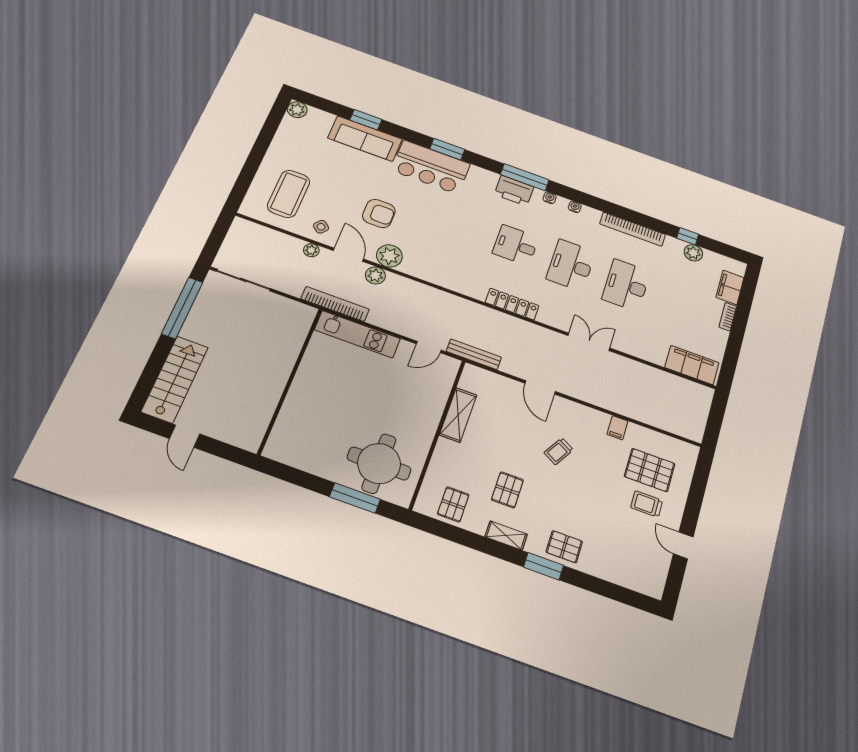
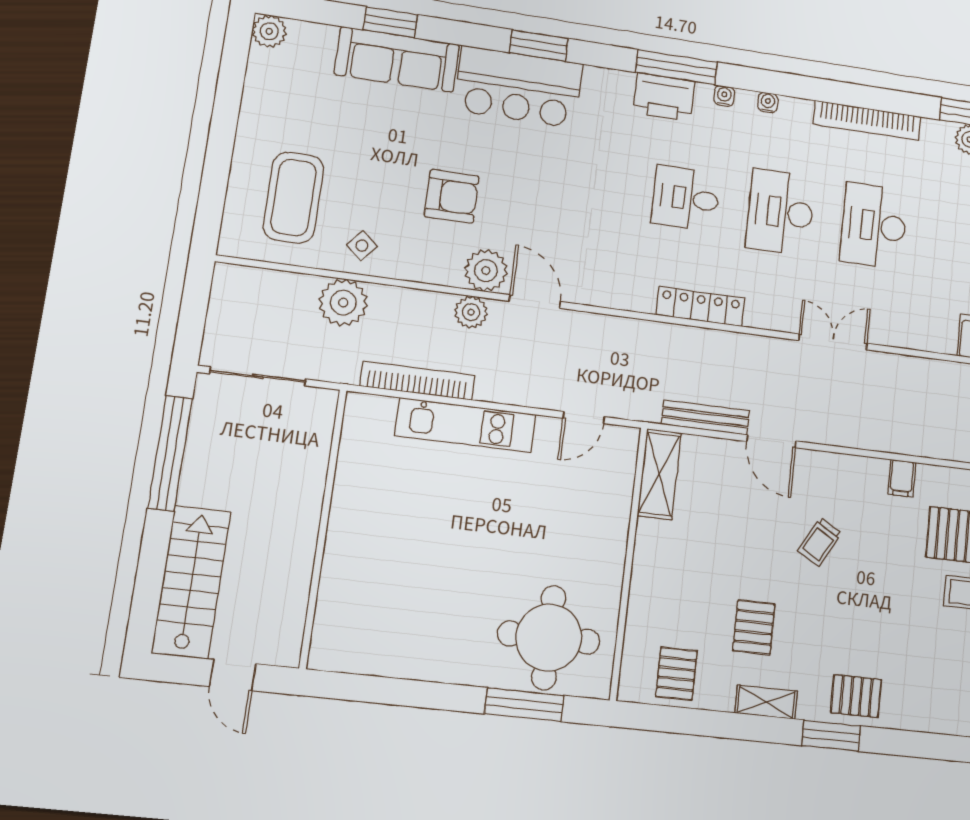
plant: (311, 250) -> (343, 303), width x1.87, depth x1.87
door: (348, 255) -> (535, 301), moved
bench: (474, 354) -> (706, 418), moved
wall: (290, 380) -> (323, 528), moved
shelving: (458, 415) -> (659, 474), moved

